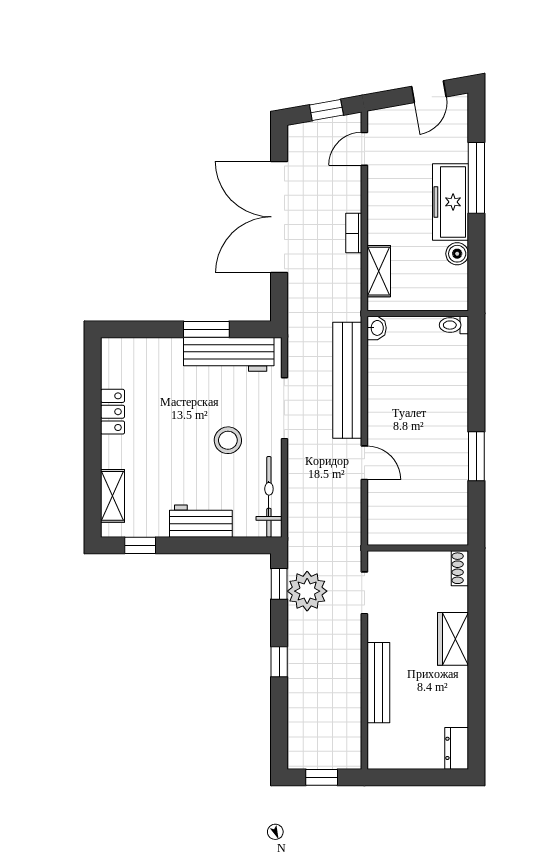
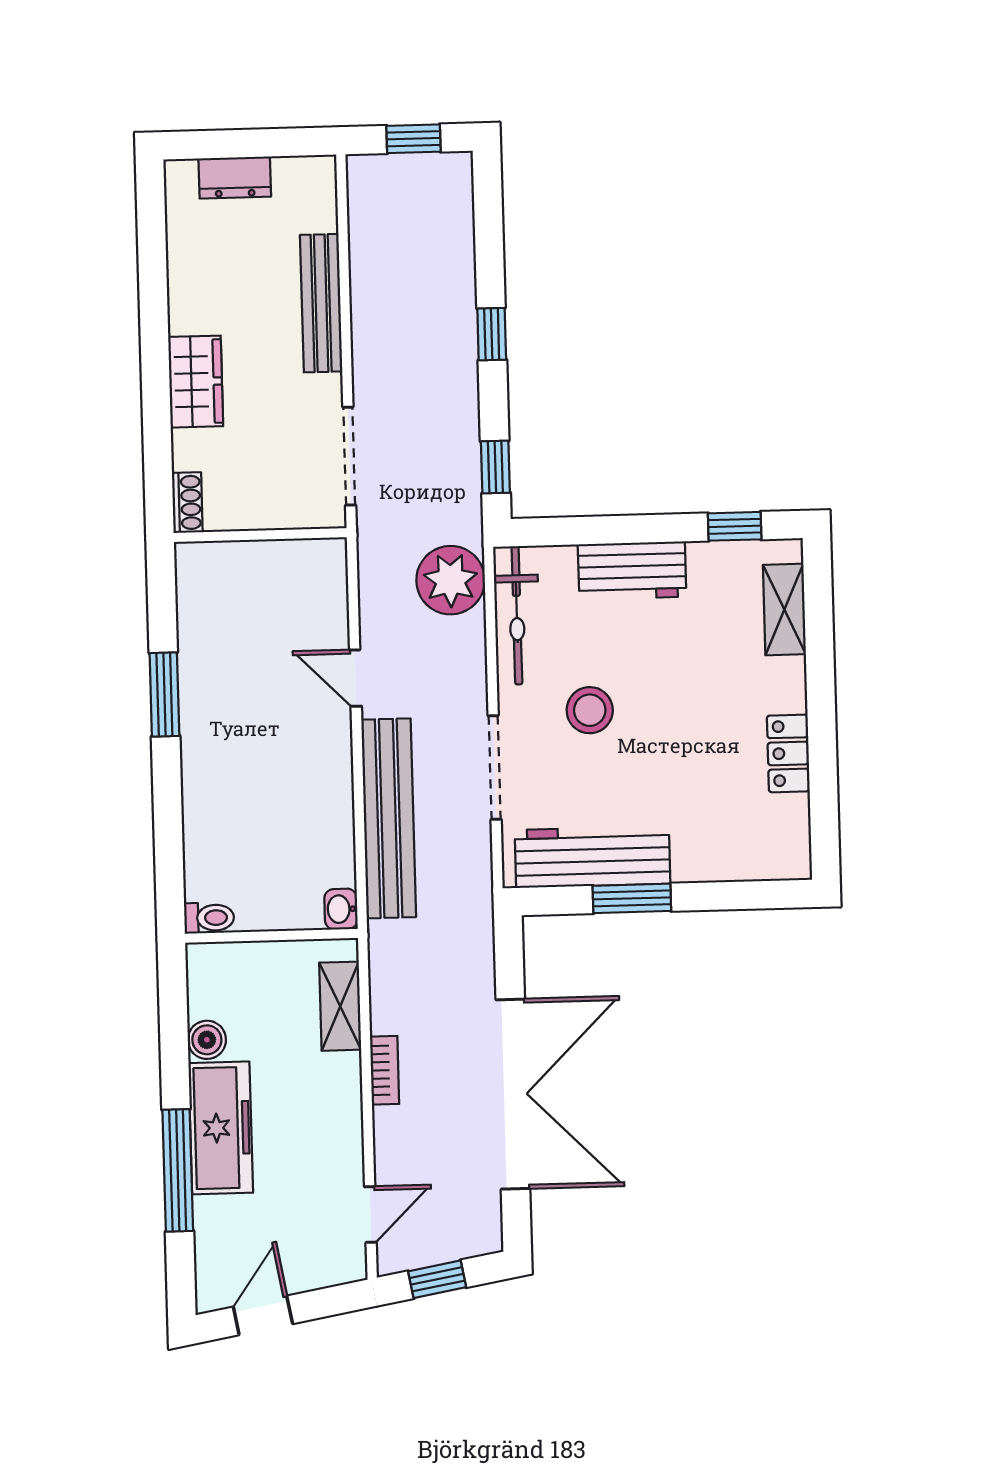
plant: (307, 591) -> (451, 580), moved
doorway: (364, 593) -> (349, 456), width x1.38
dresser: (457, 748) -> (235, 178), moved, turned 90

